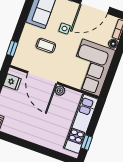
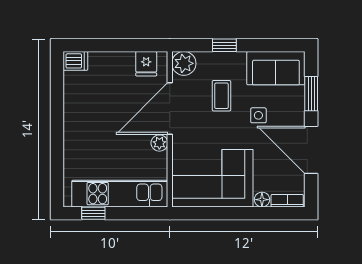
window: (12, 48) -> (224, 45), moved
plant: (20, 60) -> (184, 63), added

